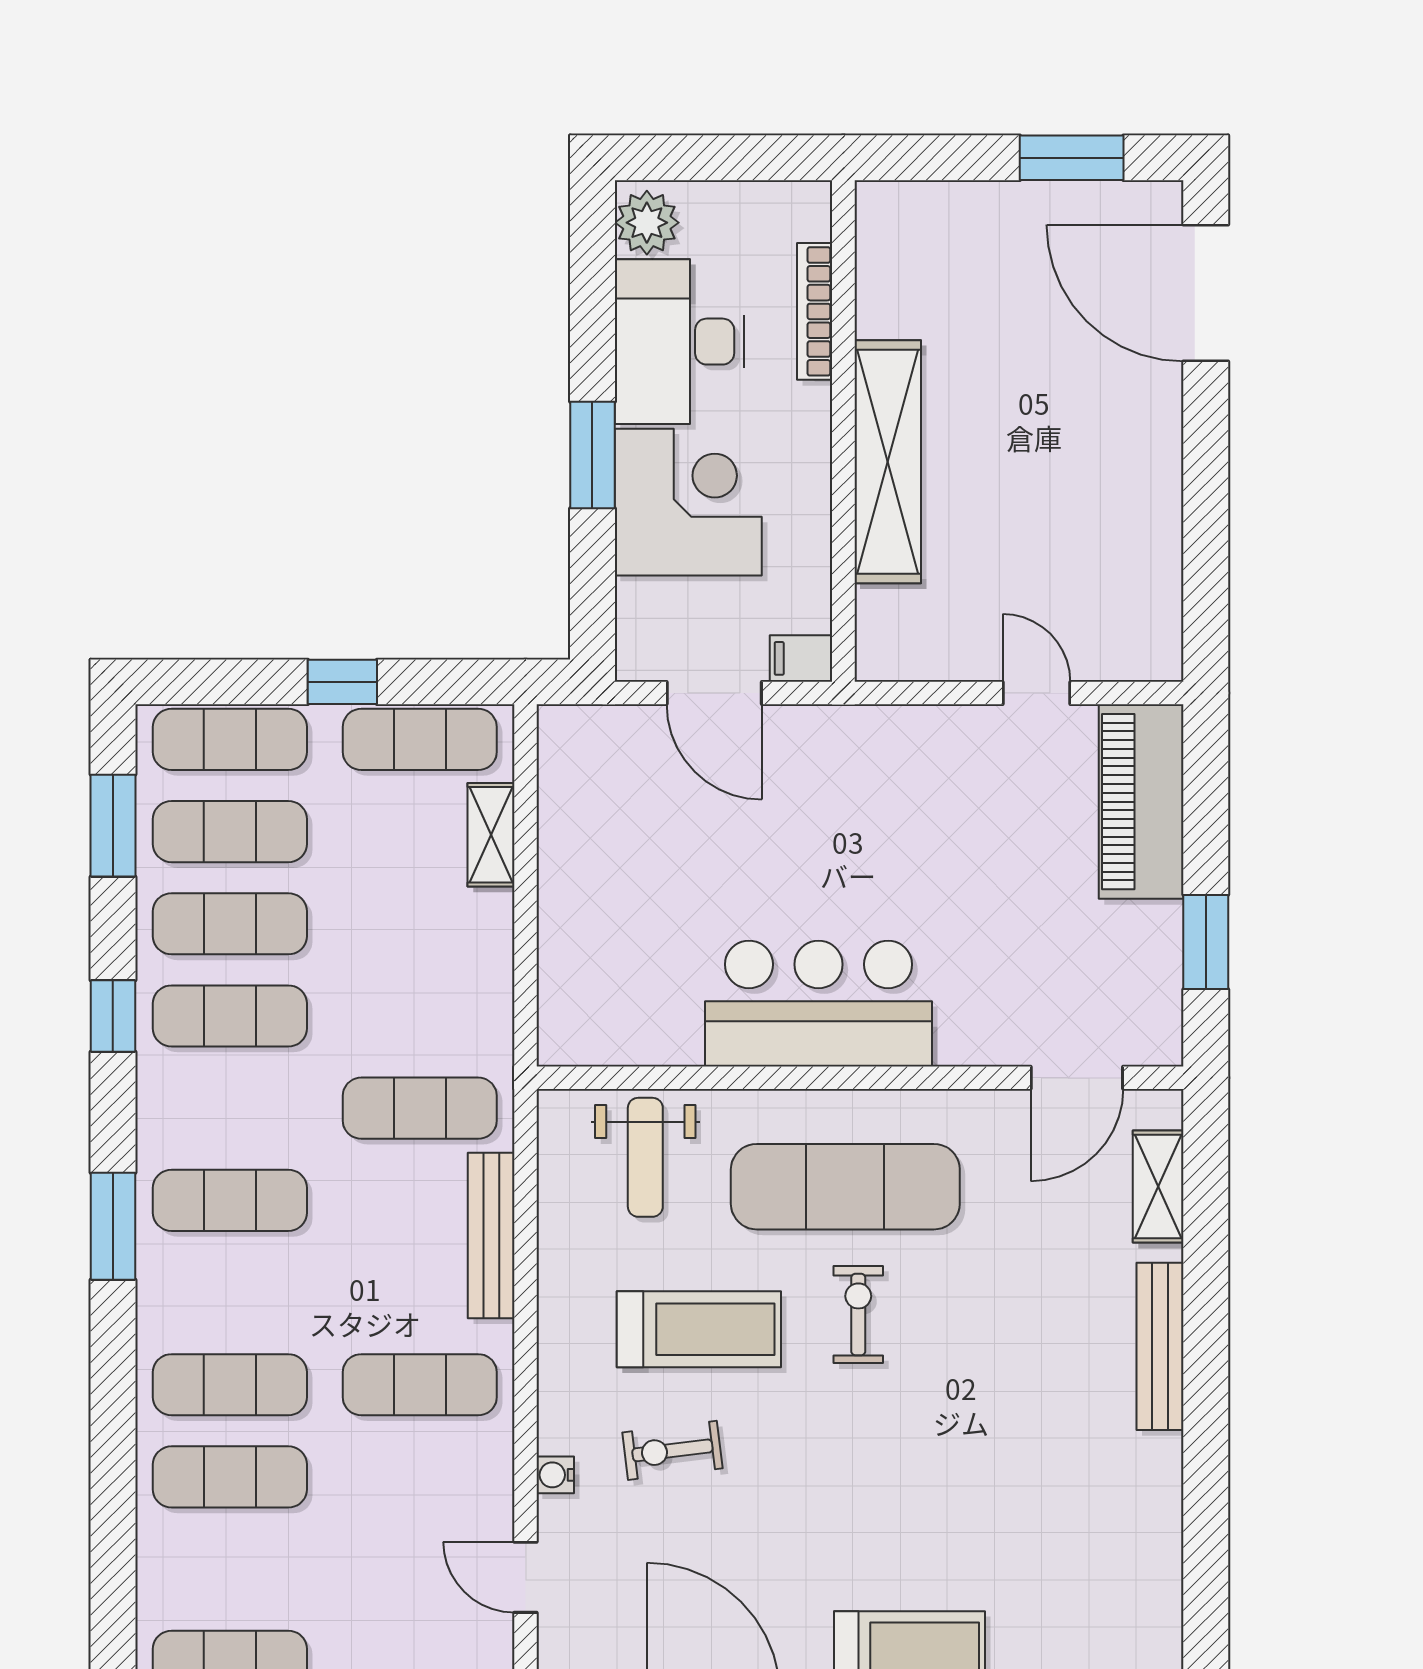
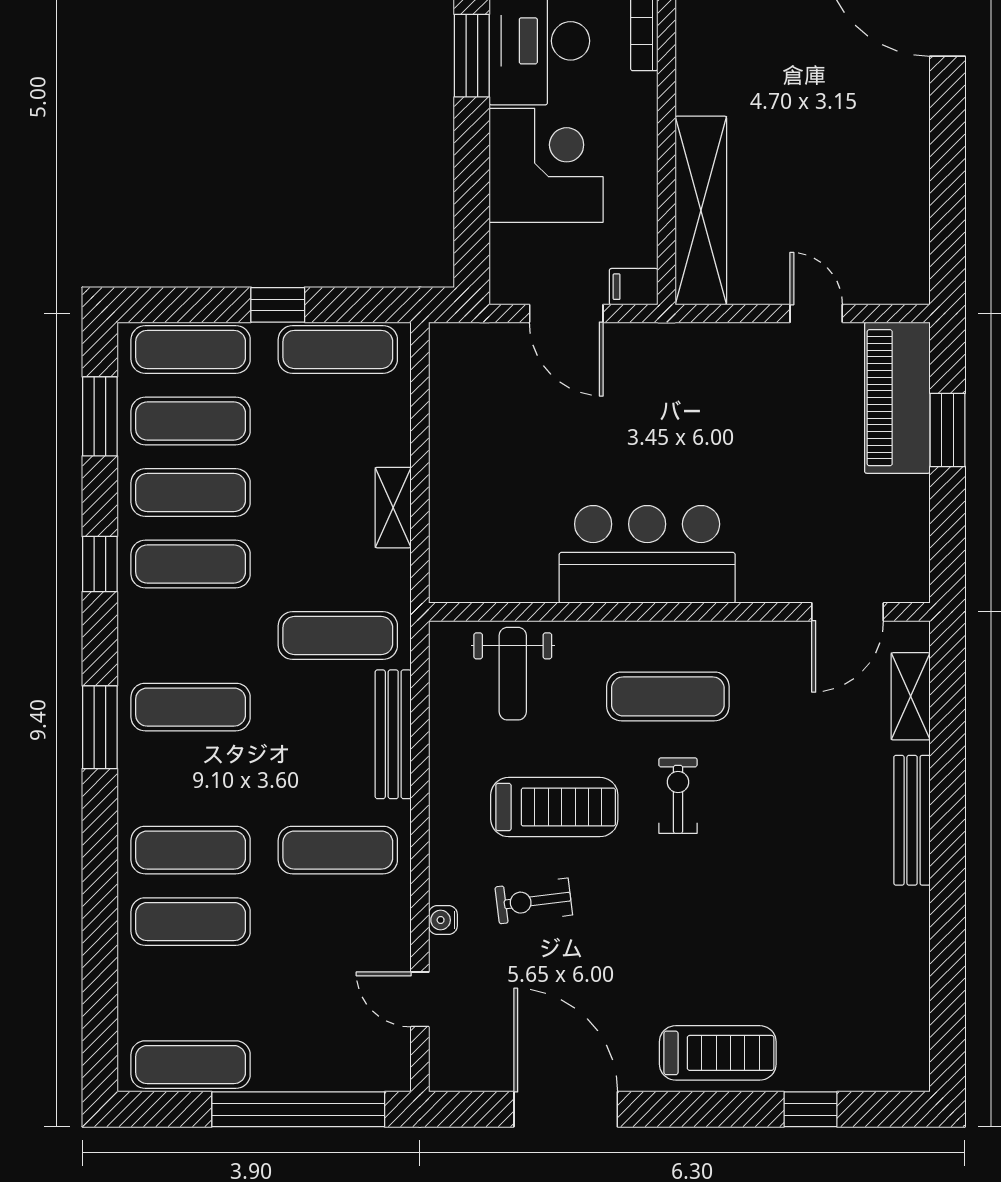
window: (592, 455) -> (472, 56), moved
shelving: (888, 462) -> (701, 210), moved
shelving: (491, 835) -> (393, 508), moved
window: (1206, 942) -> (948, 430), moved
exercise mat: (845, 1187) -> (668, 696), width x0.73, depth x0.69

